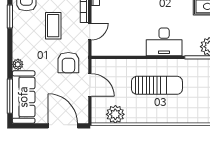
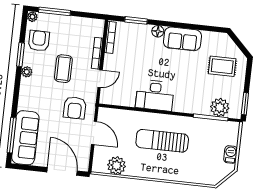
desk: (164, 42) -> (155, 95), moved
plant: (18, 64) -> (27, 72), moved
sun lounger: (157, 85) -> (162, 141), turned 180

